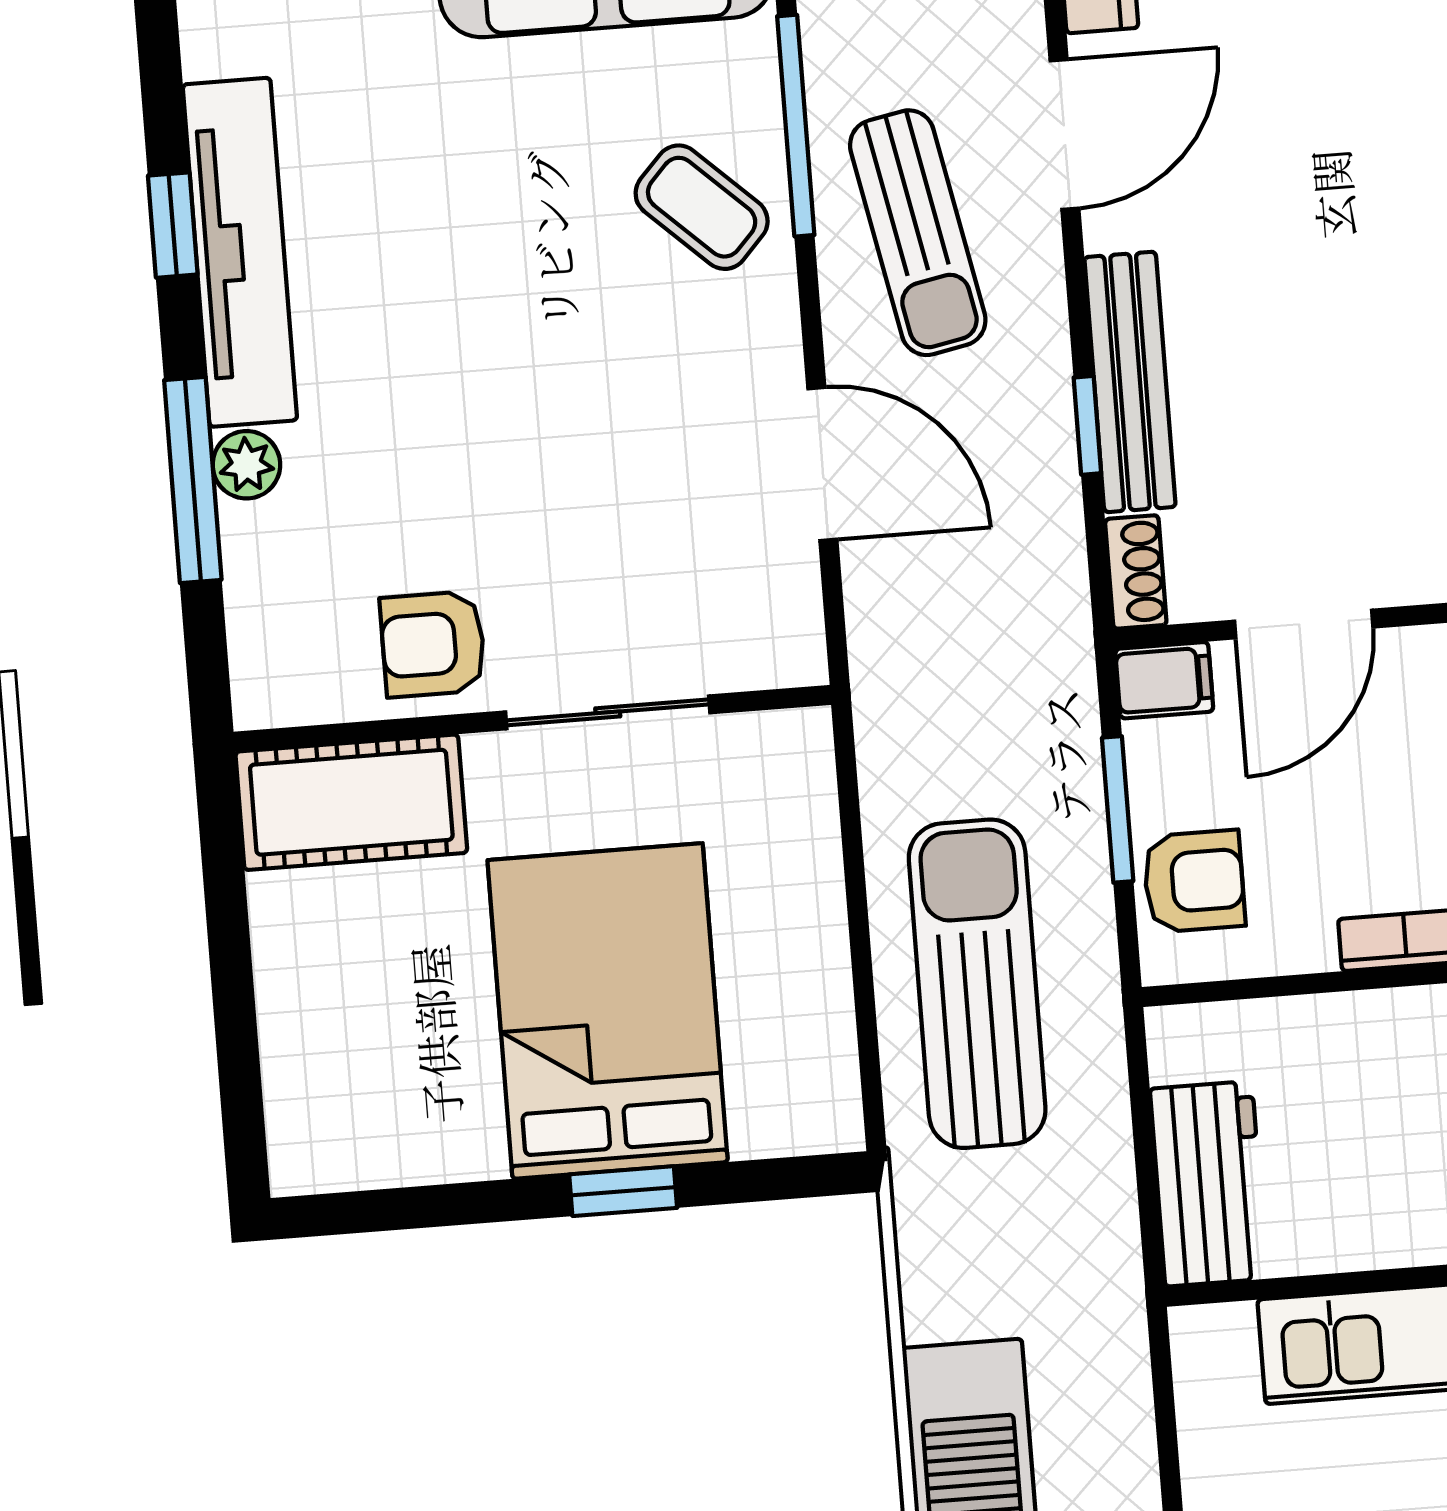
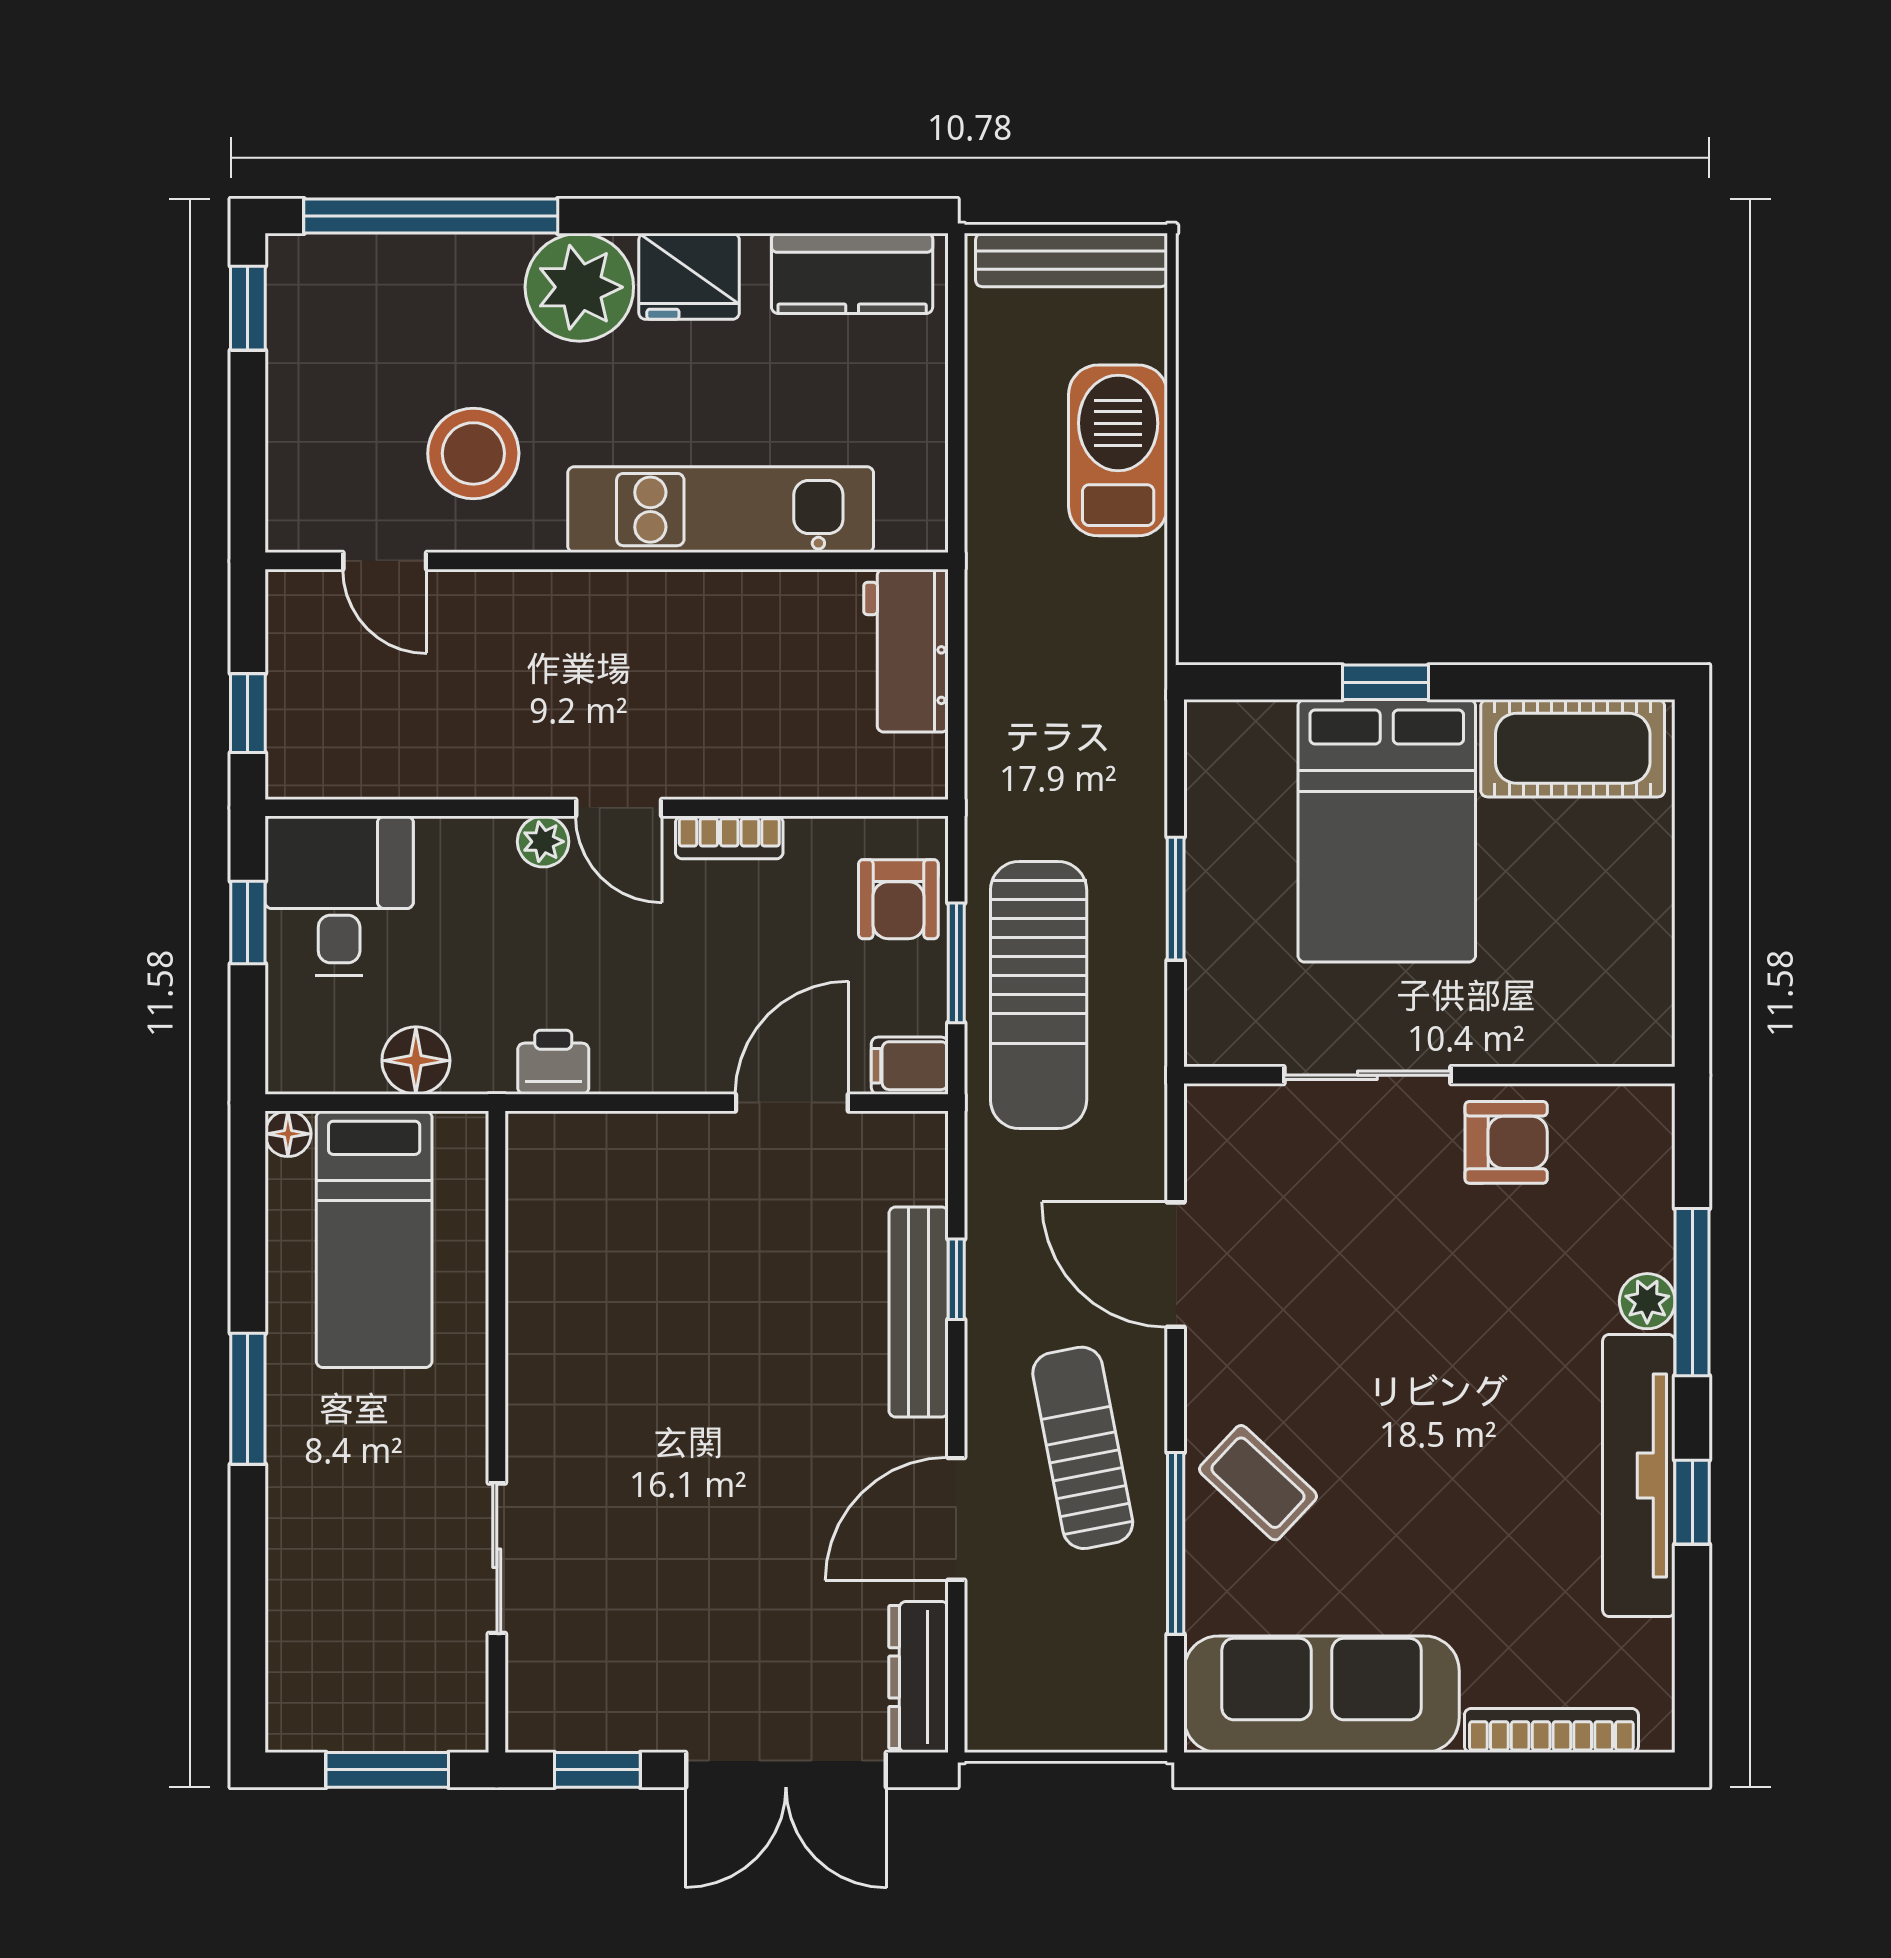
shoe rack: (1136, 572) -> (926, 1156), removed
cot: (351, 802) -> (1573, 748), moved
armchair: (1194, 881) -> (898, 899), turned -90
window: (857, 909) -> (1176, 899), added
sun lounger: (977, 984) -> (1039, 995), moved

